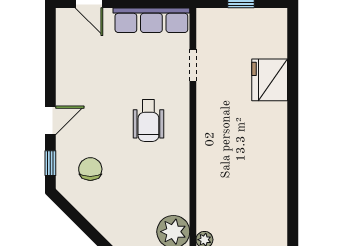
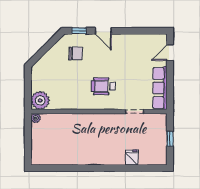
fridge: (270, 80) -> (132, 158), width x0.53, depth x0.75

